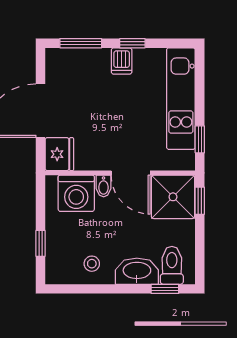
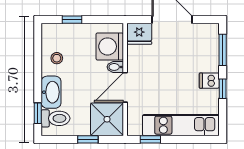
window: (200, 201) -> (88, 139), moved

